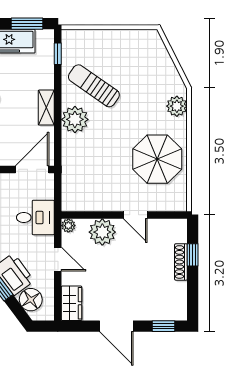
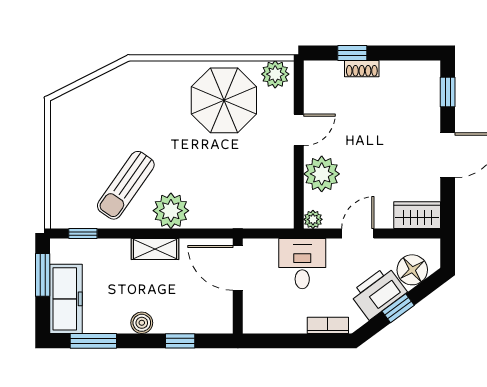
plant: (177, 106) -> (275, 74), moved
shoe rack: (181, 262) -> (362, 69), width x0.70

